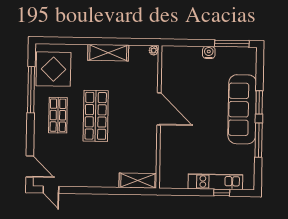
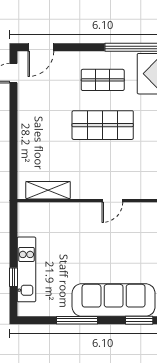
window: (259, 102) -> (139, 320), moved
door: (159, 109) -> (112, 201), width x0.53
shelving: (138, 181) -> (48, 190), moved, turned 90

